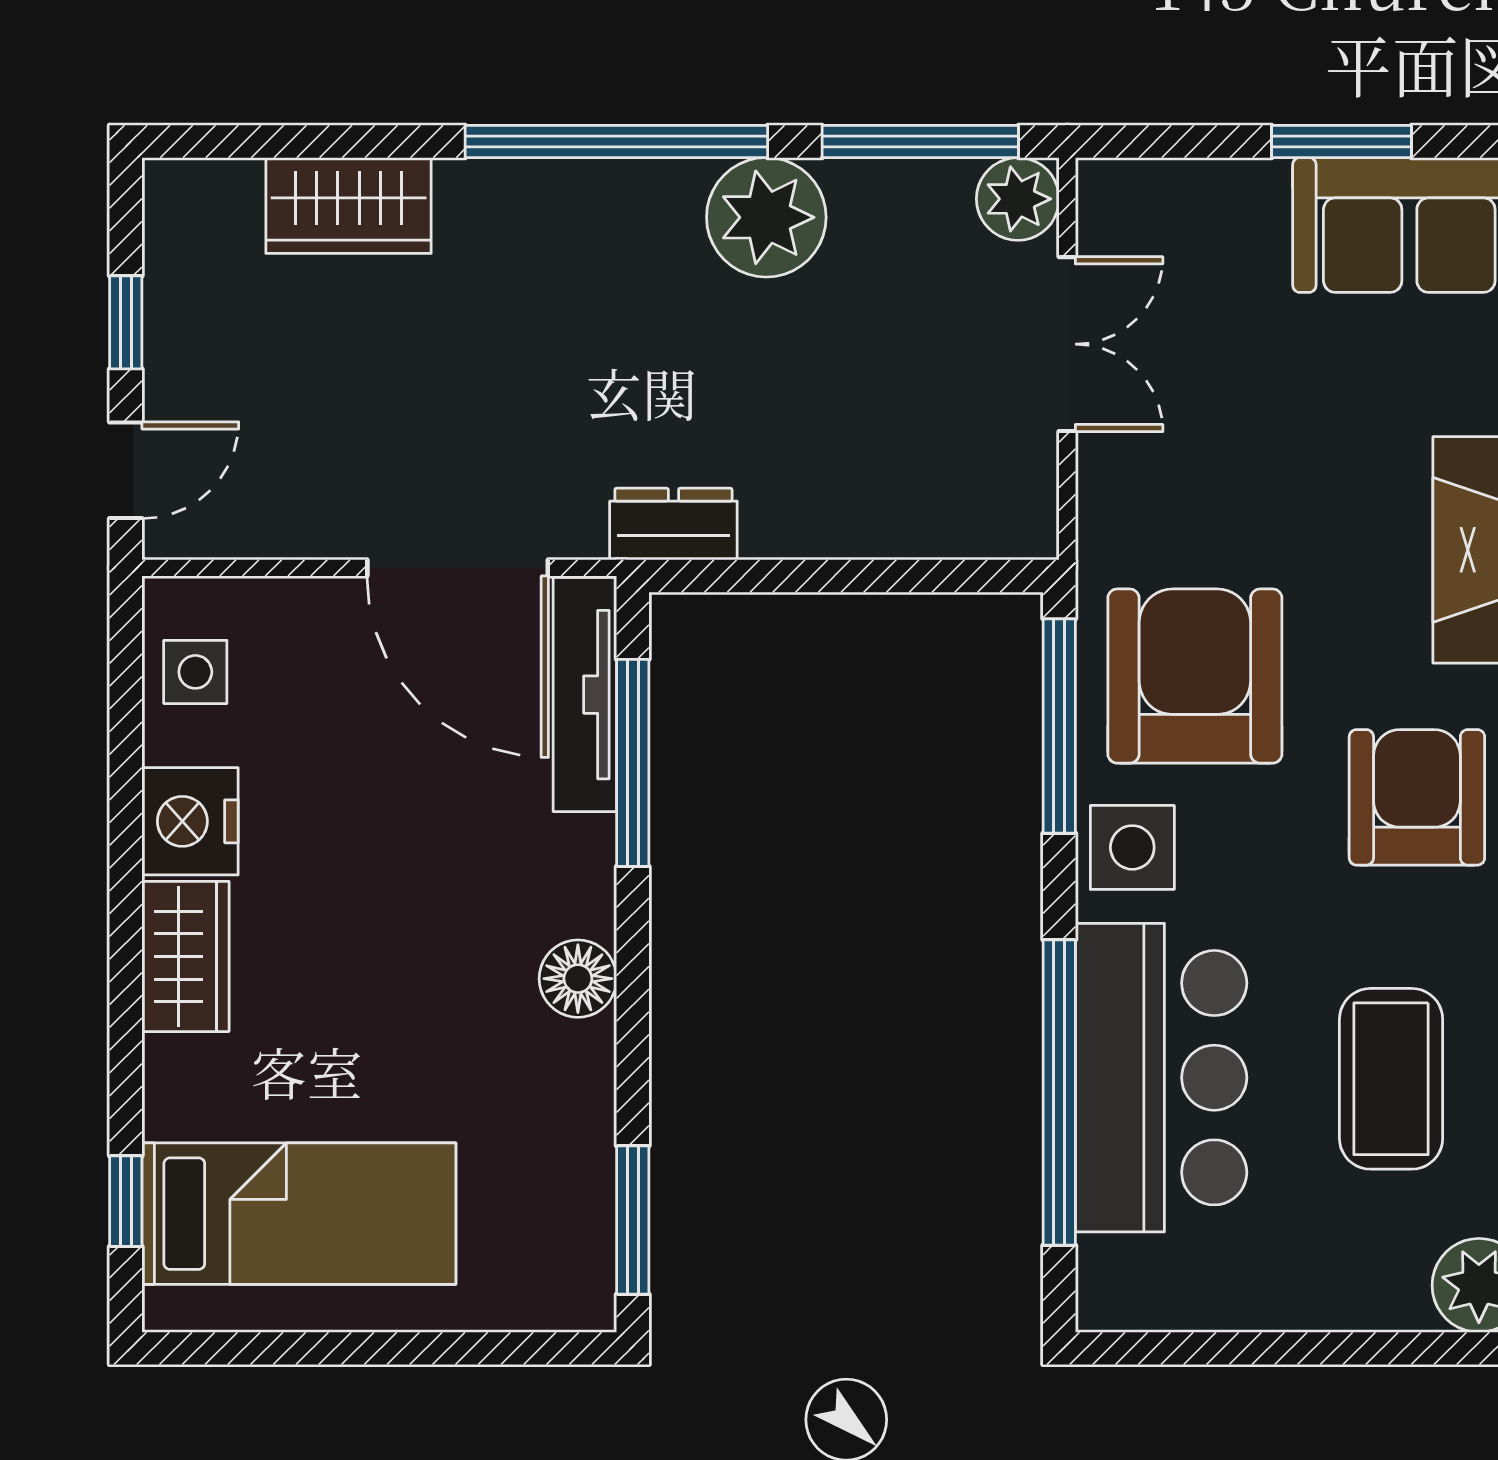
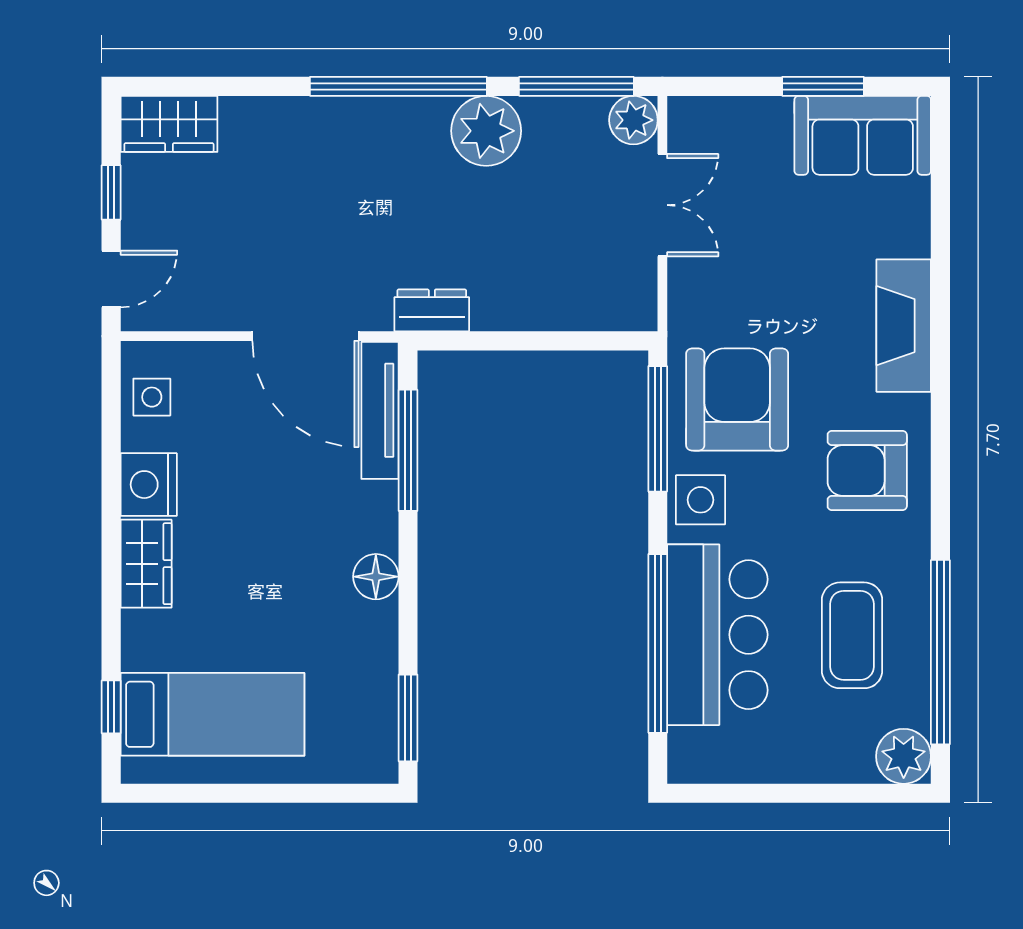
wardrobe: (349, 205) -> (169, 124), moved
armchair: (1417, 797) -> (867, 471), turned -90

